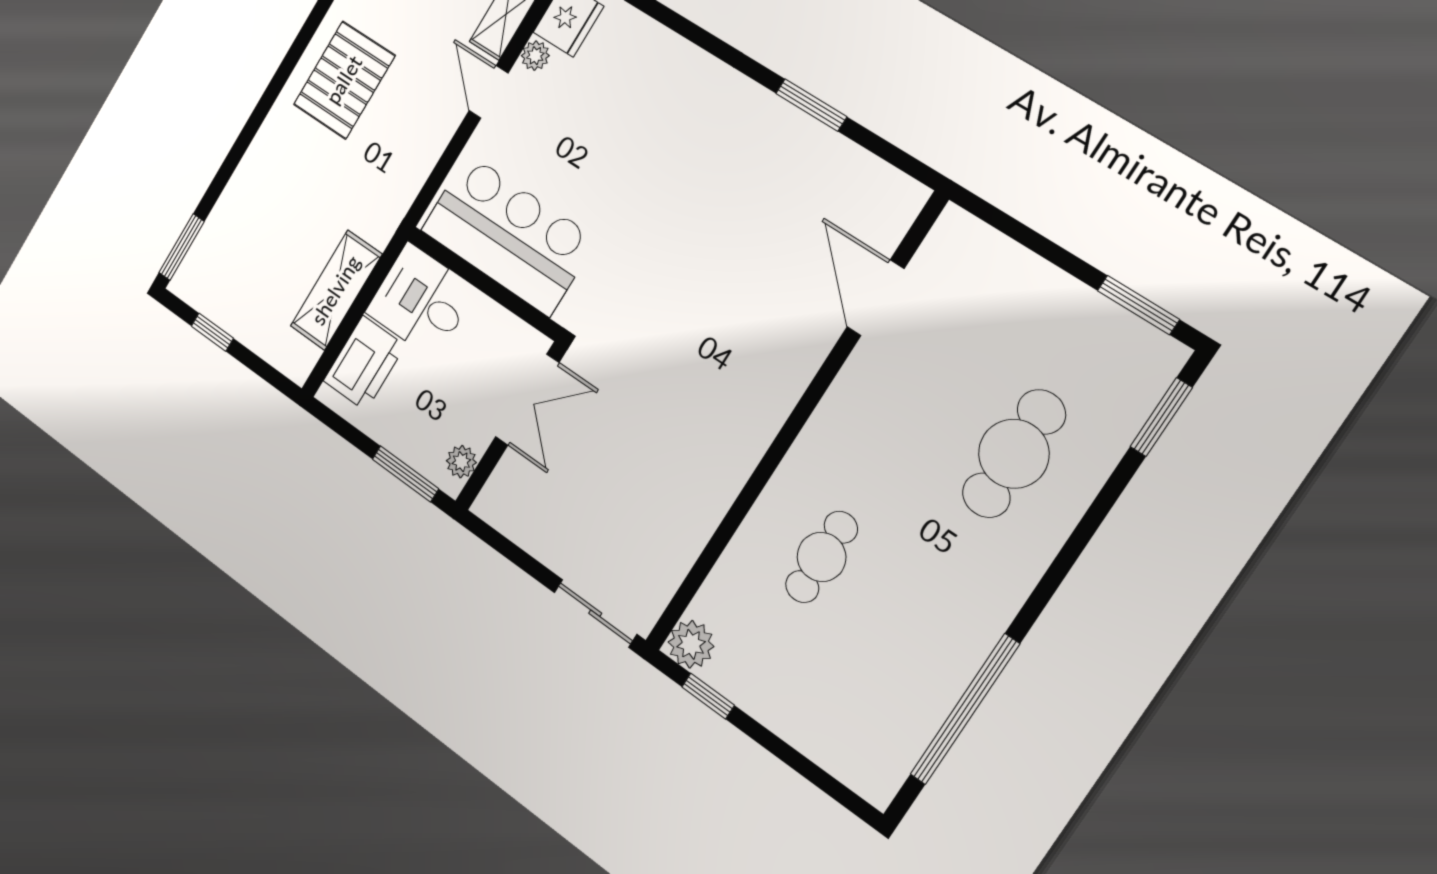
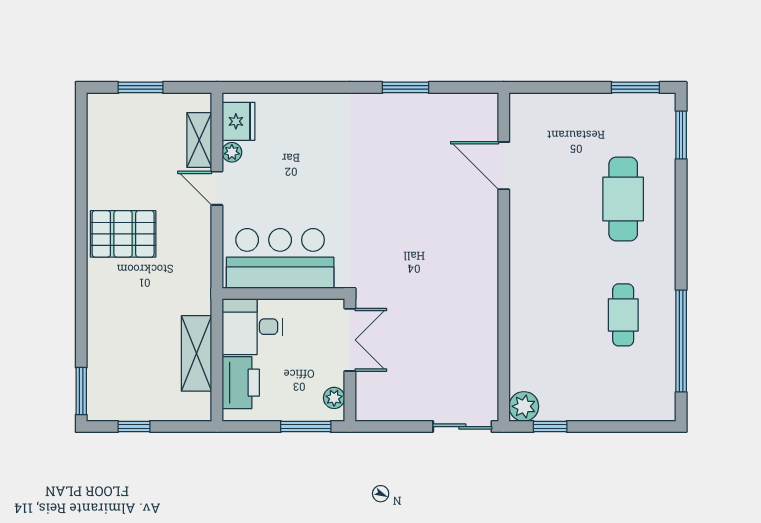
pallet: (344, 80) -> (123, 234), turned 90
cafe table: (822, 557) -> (623, 315), moved

